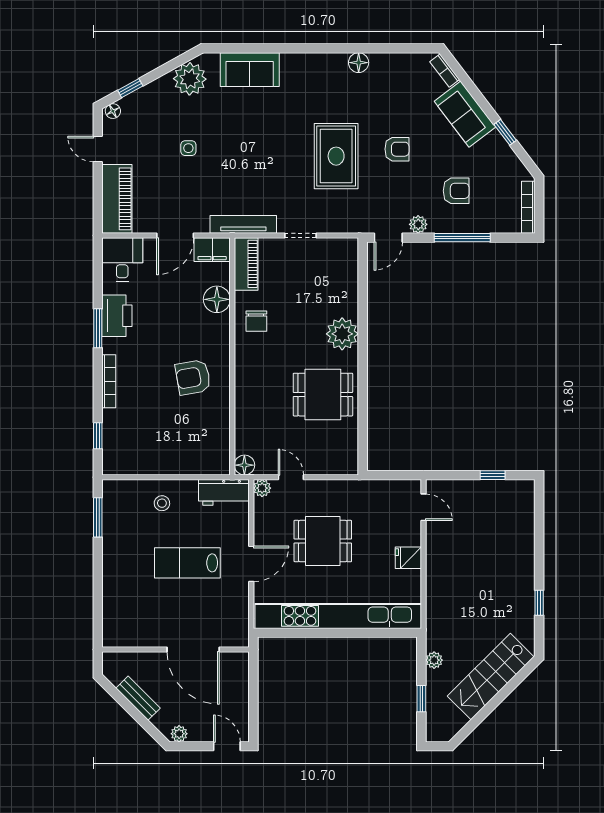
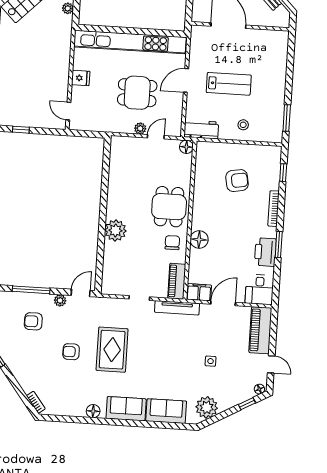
sofa: (465, 114) -> (126, 409), moved, turned -53
floor lamp: (217, 299) -> (199, 240), moved
armchair: (193, 377) -> (237, 181), moved
dining table: (323, 395) -> (169, 207), moved, turned 90
door: (291, 477) -> (156, 137), swing flipped
plant: (262, 488) -> (140, 128), moved

